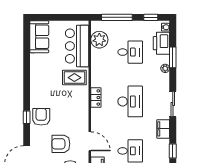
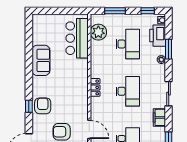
window: (117, 17) -> (115, 11), width x0.69
sofa: (39, 37) -> (41, 60), moved
desk: (130, 52) -> (128, 44), width x1.37
rug: (74, 78) -> (75, 68), removed

